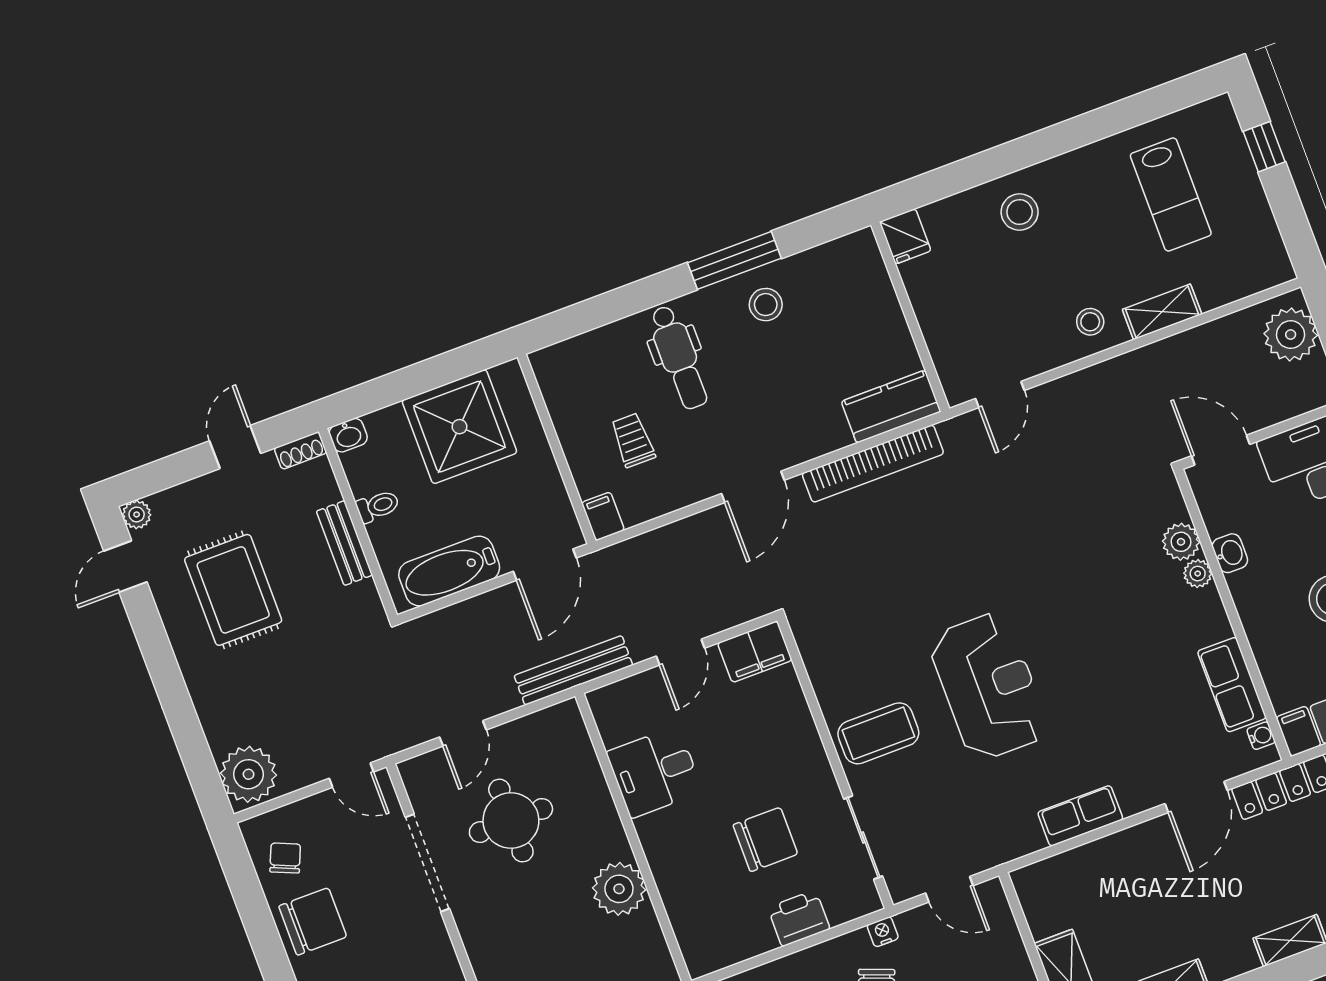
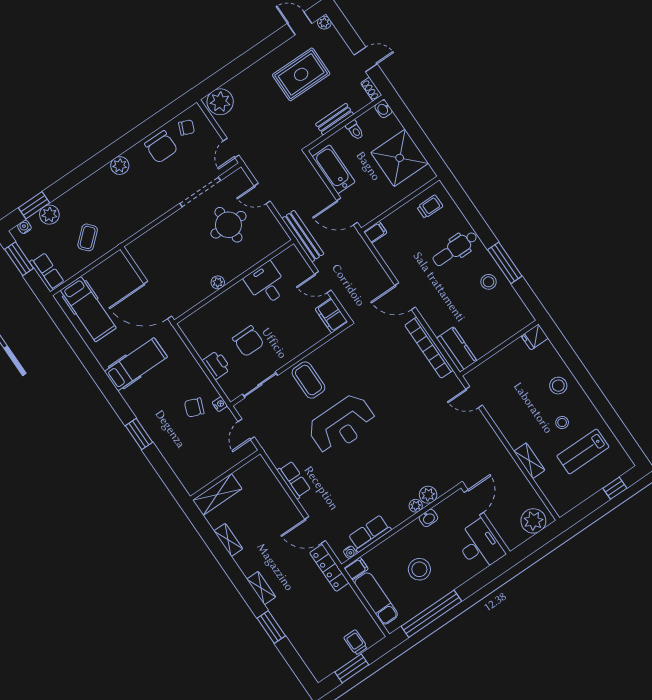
stool: (1090, 322) -> (562, 423), moved
trolley: (633, 440) -> (430, 207), moved
plant: (619, 889) -> (218, 282), width x0.53, depth x0.53

